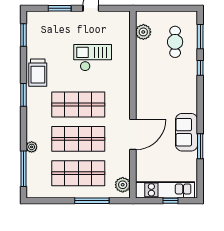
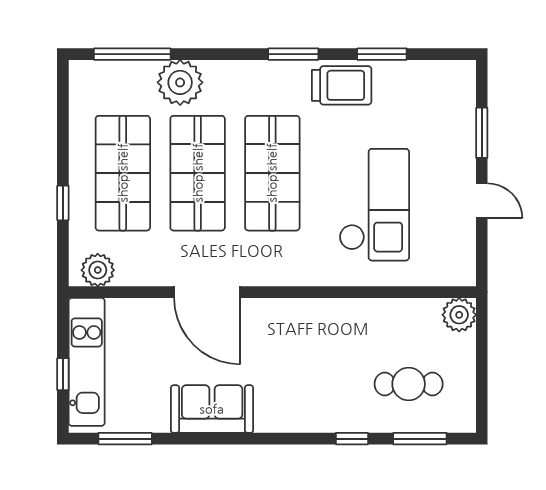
plant: (143, 32) -> (459, 315), moved
window: (23, 35) -> (382, 54), moved
checkout: (93, 58) -> (374, 205), width x1.36, depth x1.21
trolley: (38, 73) -> (342, 85), turned 180
window: (200, 146) -> (125, 439), moved
plant: (32, 147) -> (180, 82), width x1.88, depth x1.88
window: (92, 201) -> (63, 203), width x0.46

